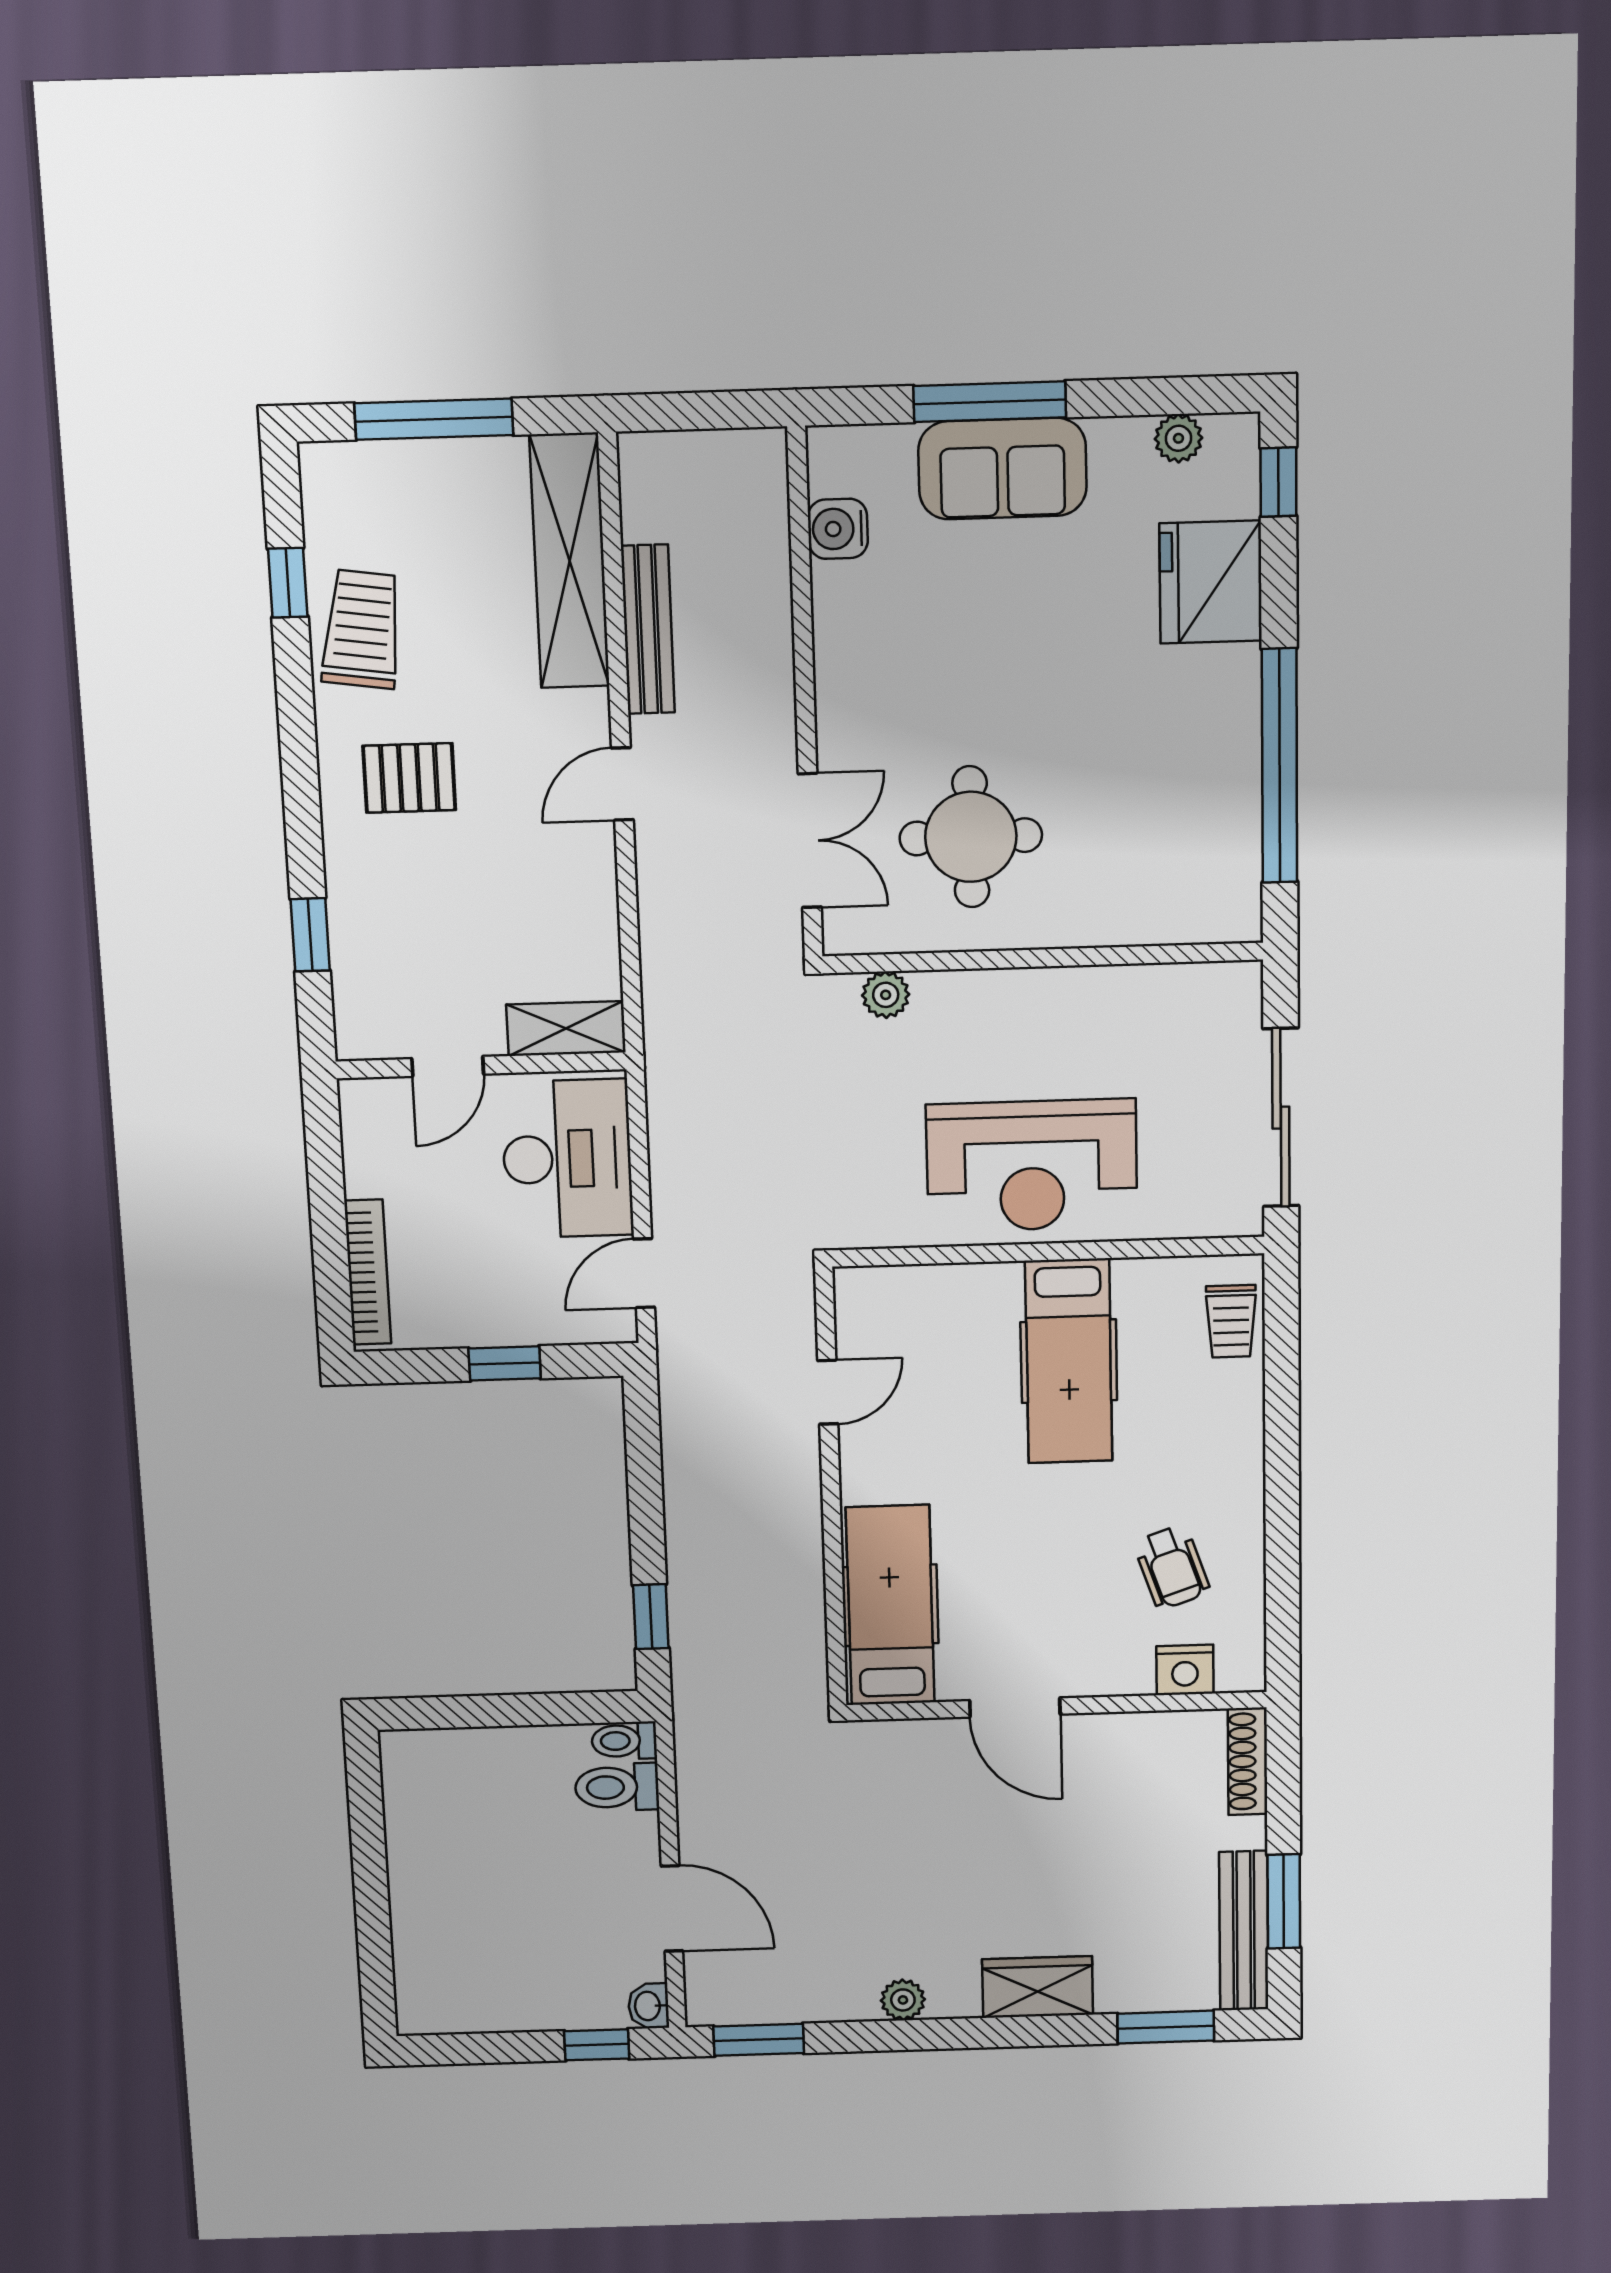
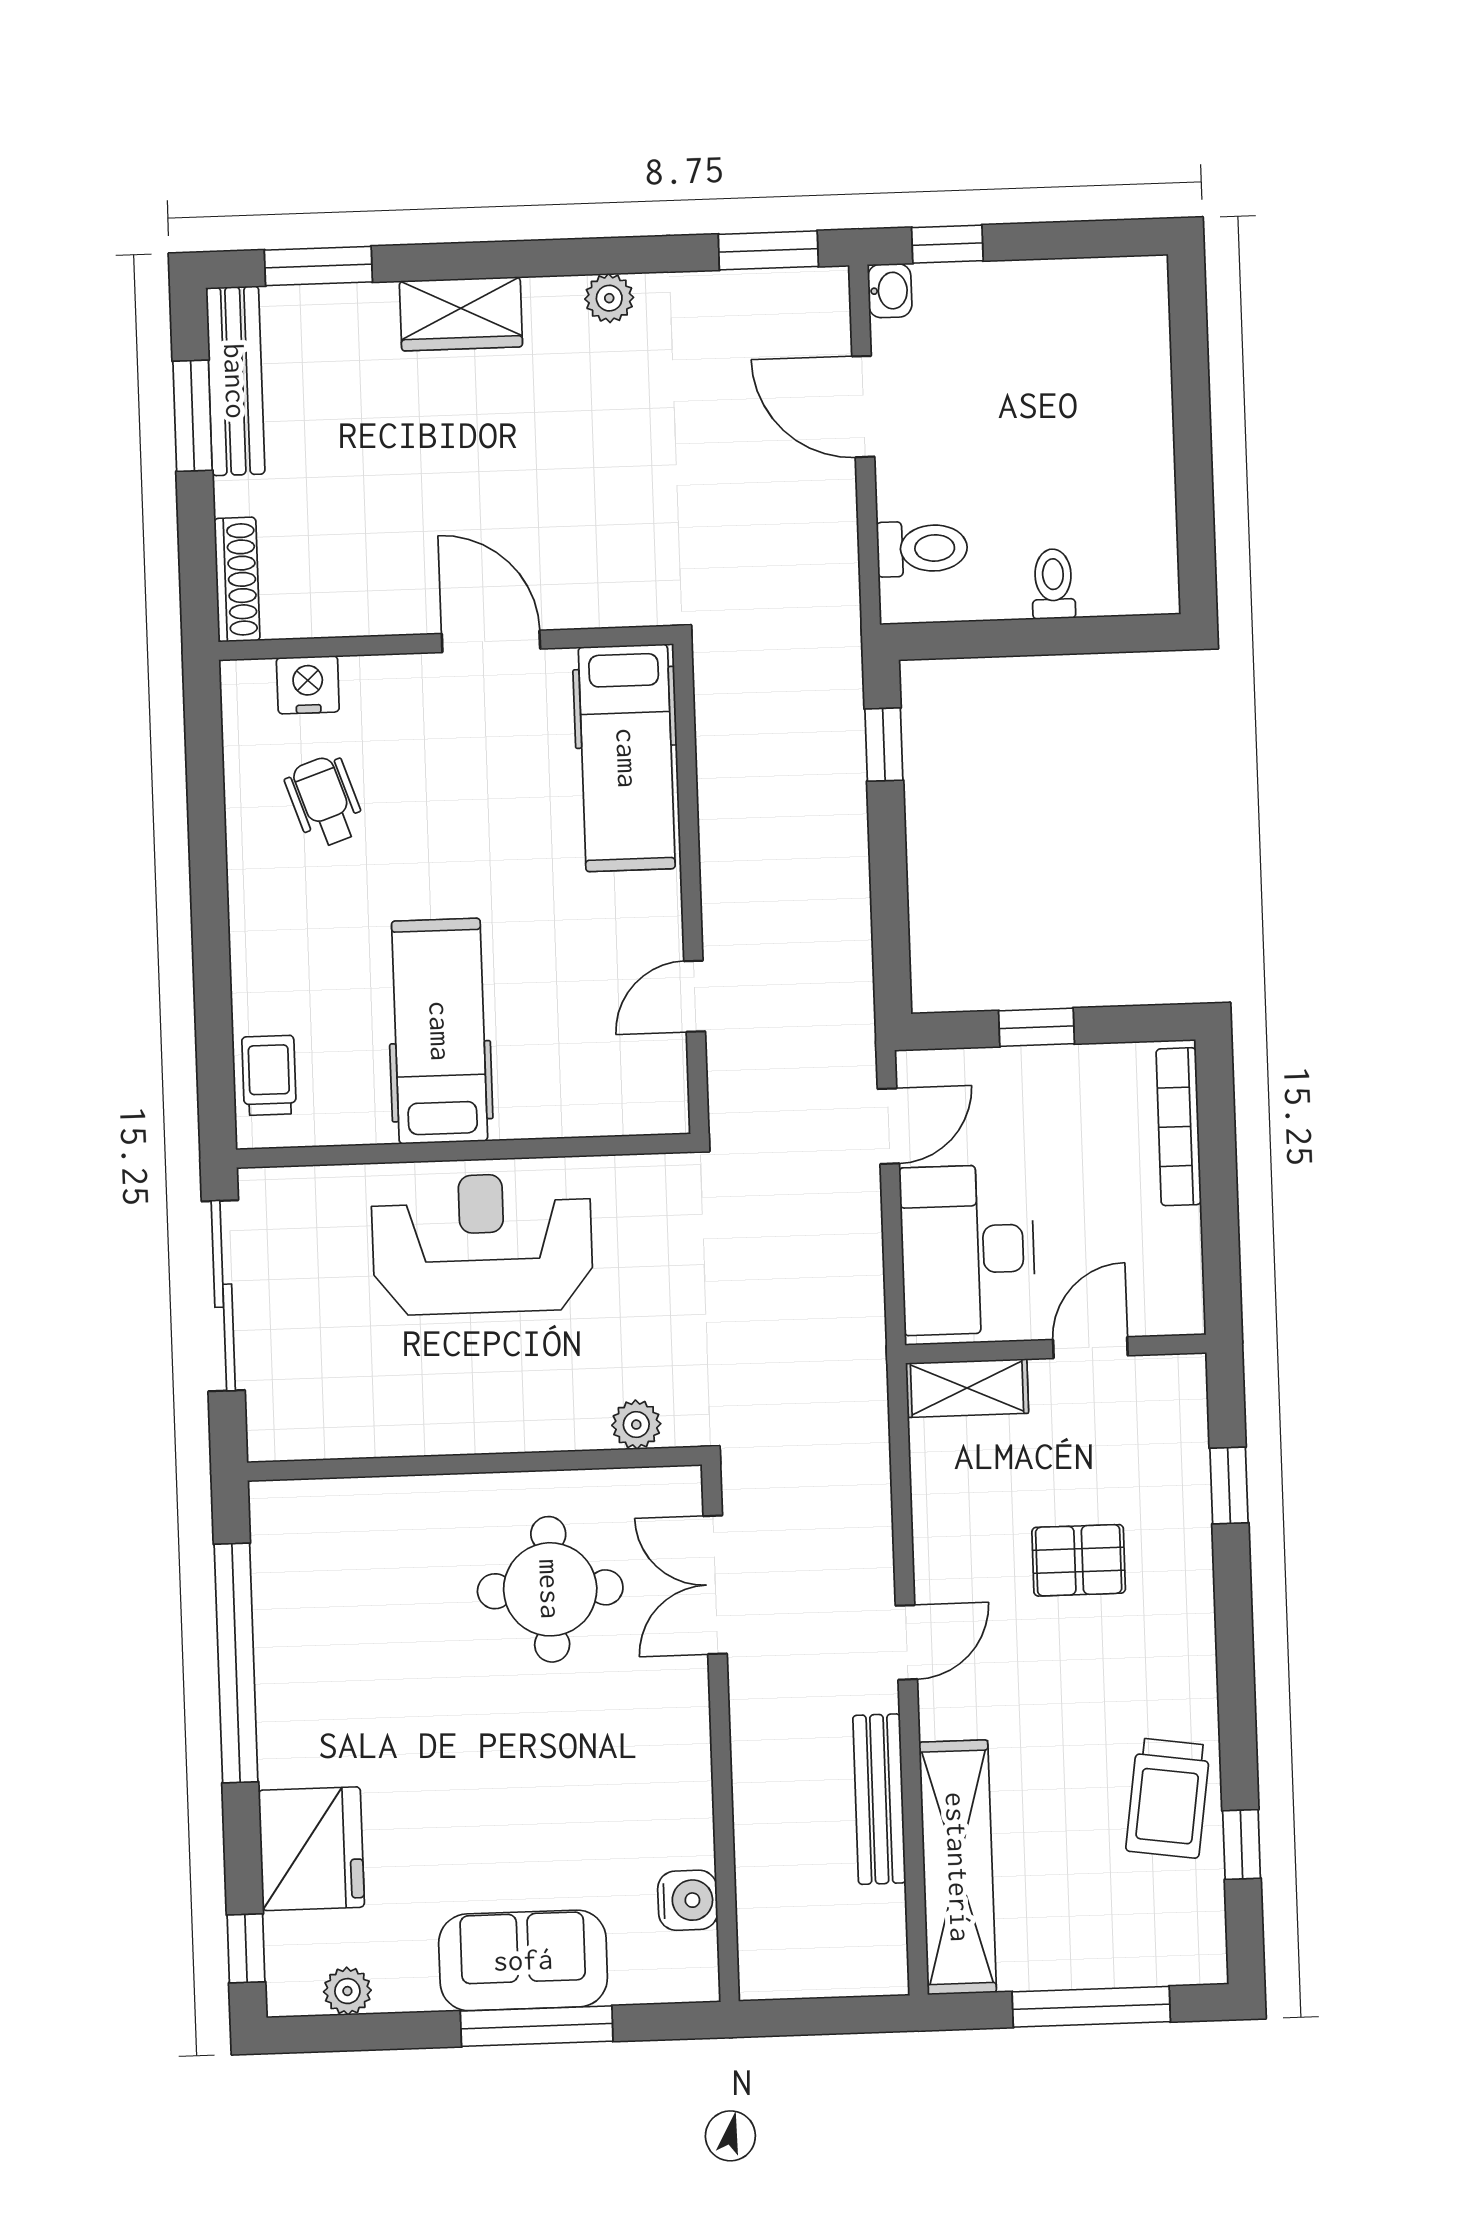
pallet: (409, 778) -> (1079, 1560), moved
toilet: (624, 1741) -> (1053, 584), moved, turned -90

